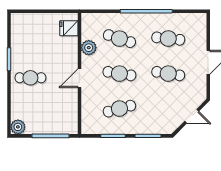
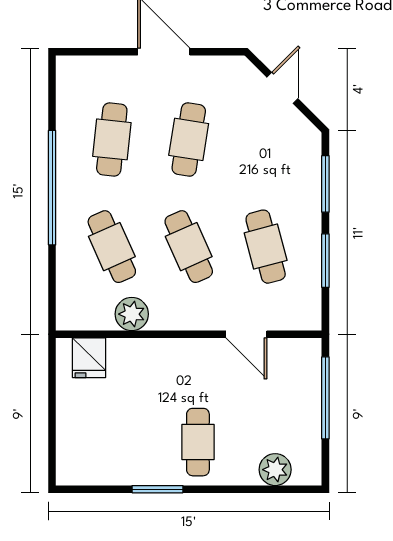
cafe table: (119, 39) -> (112, 247), turned -42
cafe table: (119, 74) -> (189, 247), turned -33
door: (79, 78) -> (246, 334), moved
plant: (18, 127) -> (275, 470), moved

